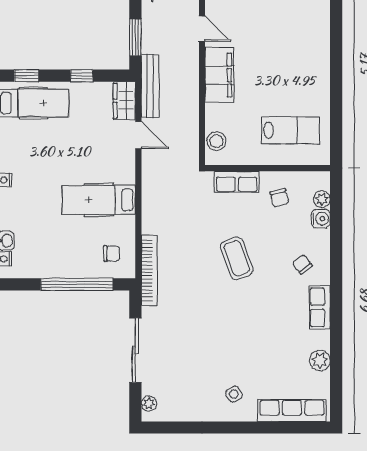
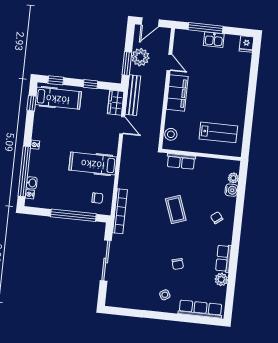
chair: (279, 198) -> (178, 264), moved
row of seats: (320, 307) -> (224, 258), moved
plant: (149, 404) -> (140, 57), moved, width x1.88, depth x1.88

